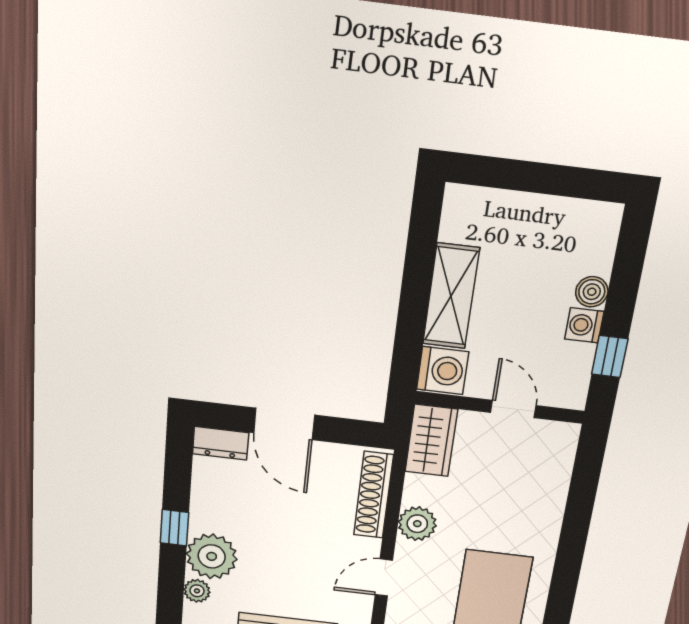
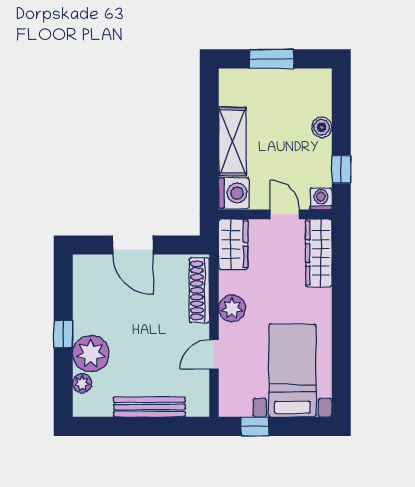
window: (532, 177) -> (272, 59), added
washing machine: (584, 325) -> (321, 199), moved, turned 90
dresser: (221, 443) -> (91, 265), removed
wardrobe: (554, 467) -> (319, 253), added

